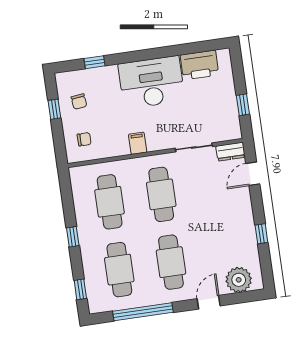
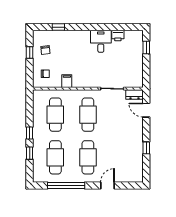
printer: (200, 65) -> (118, 36), width x0.53, depth x0.68
desk: (151, 82) -> (101, 41), width x0.53, depth x0.77
window: (243, 105) -> (146, 48), moved
filing cabinet: (138, 143) -> (67, 81), moved
door: (253, 174) -> (146, 110), hinge flipped
plant: (239, 280) -> (128, 174), removed
window: (80, 289) -> (30, 153), moved

